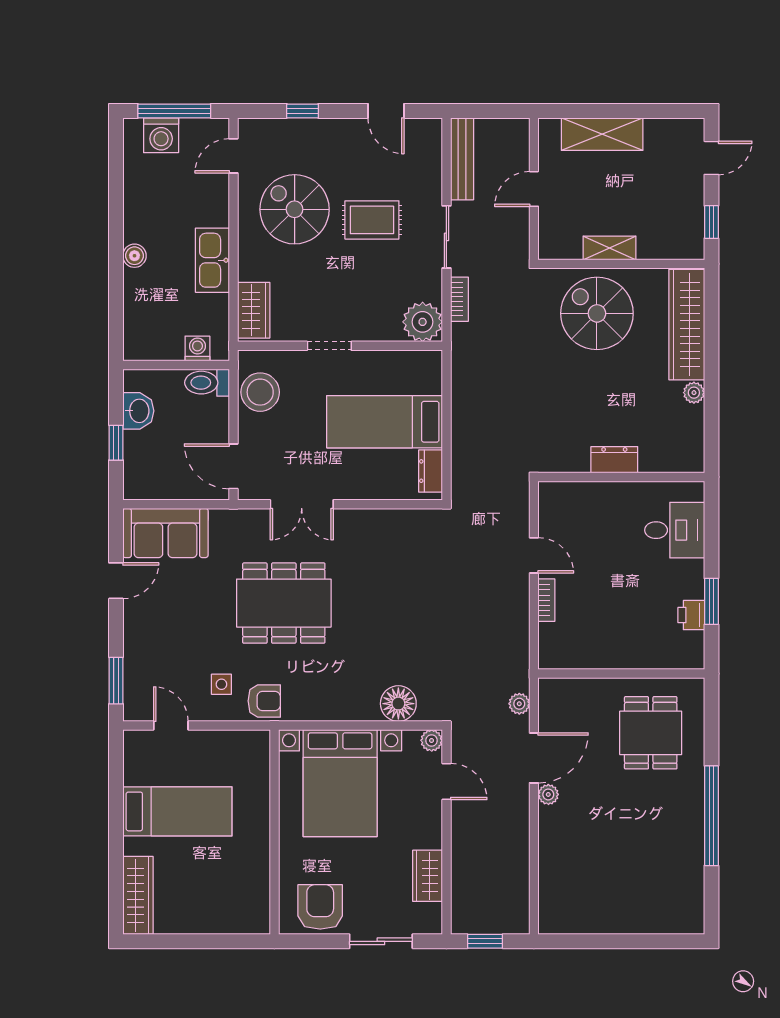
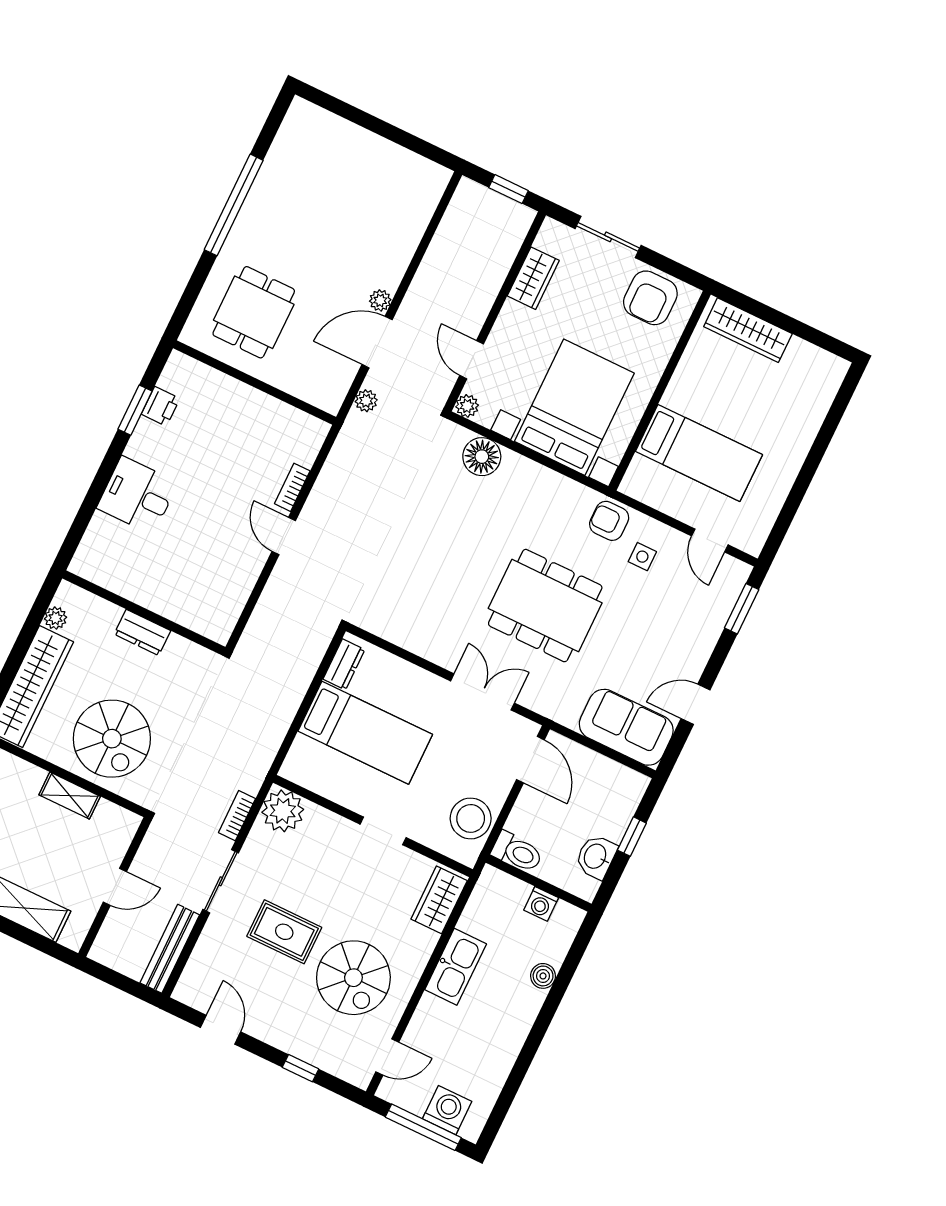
boiler: (134, 256) -> (543, 976), moved
washing machine: (197, 348) -> (541, 904), moved
dresser: (614, 460) -> (142, 632), moved
wall: (621, 477) -> (144, 613), moved
bed: (177, 811) -> (699, 453), moved, turned 180
wardrobe: (138, 895) -> (748, 330), moved, turned -90

